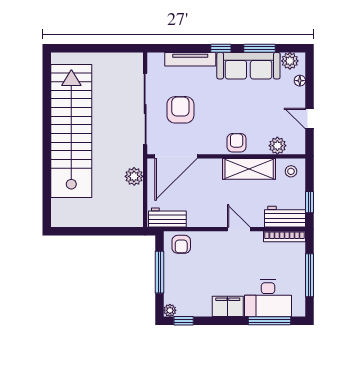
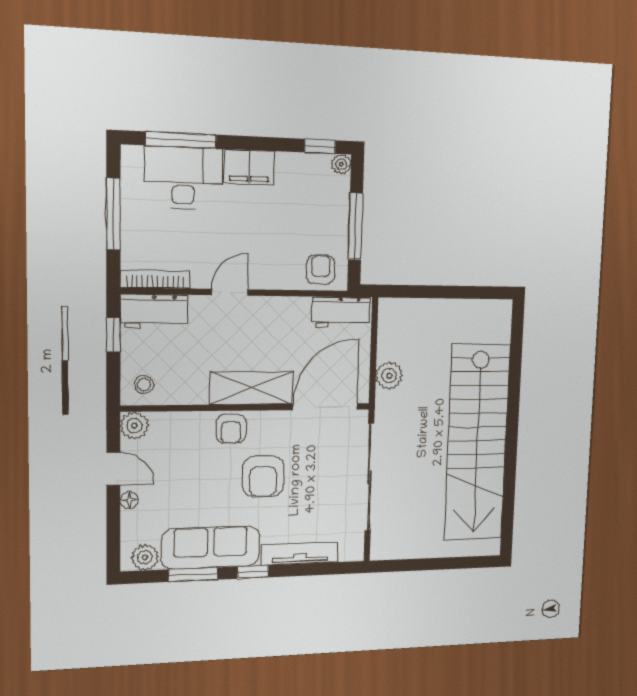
floor lamp: (300, 81) -> (129, 500), moved
armchair: (180, 110) -> (263, 476), moved
plant: (277, 146) -> (134, 426), moved
shelving: (249, 169) -> (251, 388), moved
door: (239, 229) -> (230, 292), swing flipped

